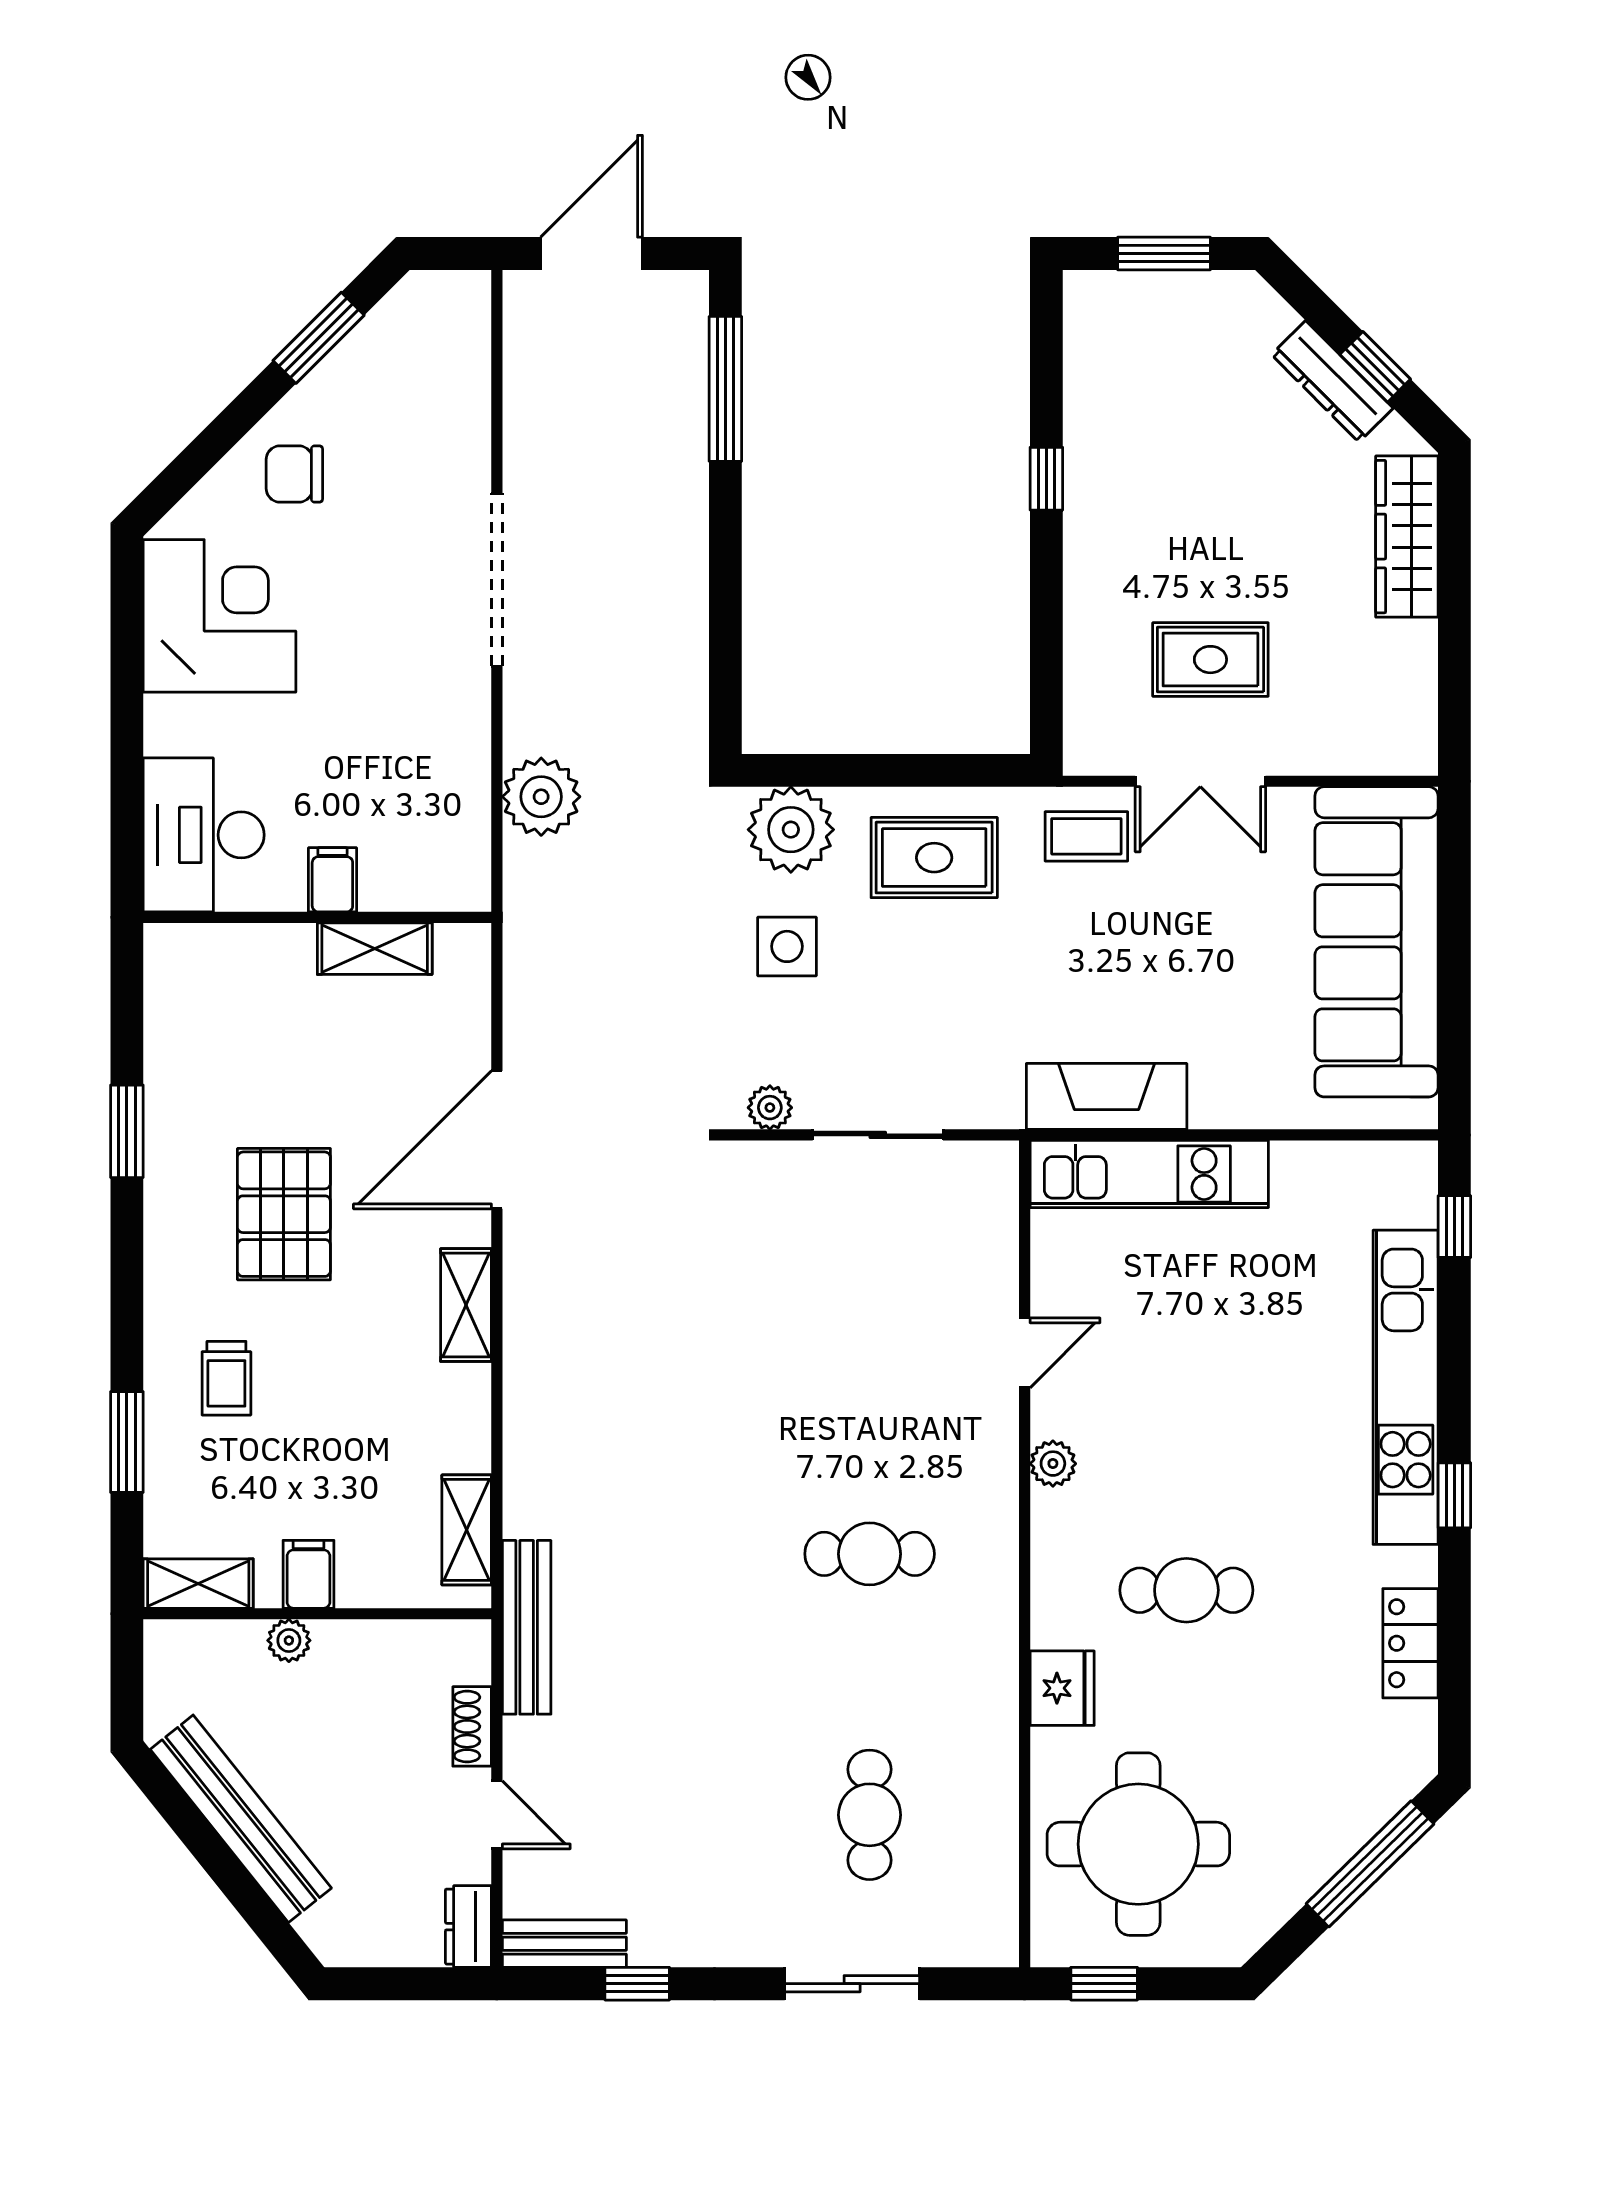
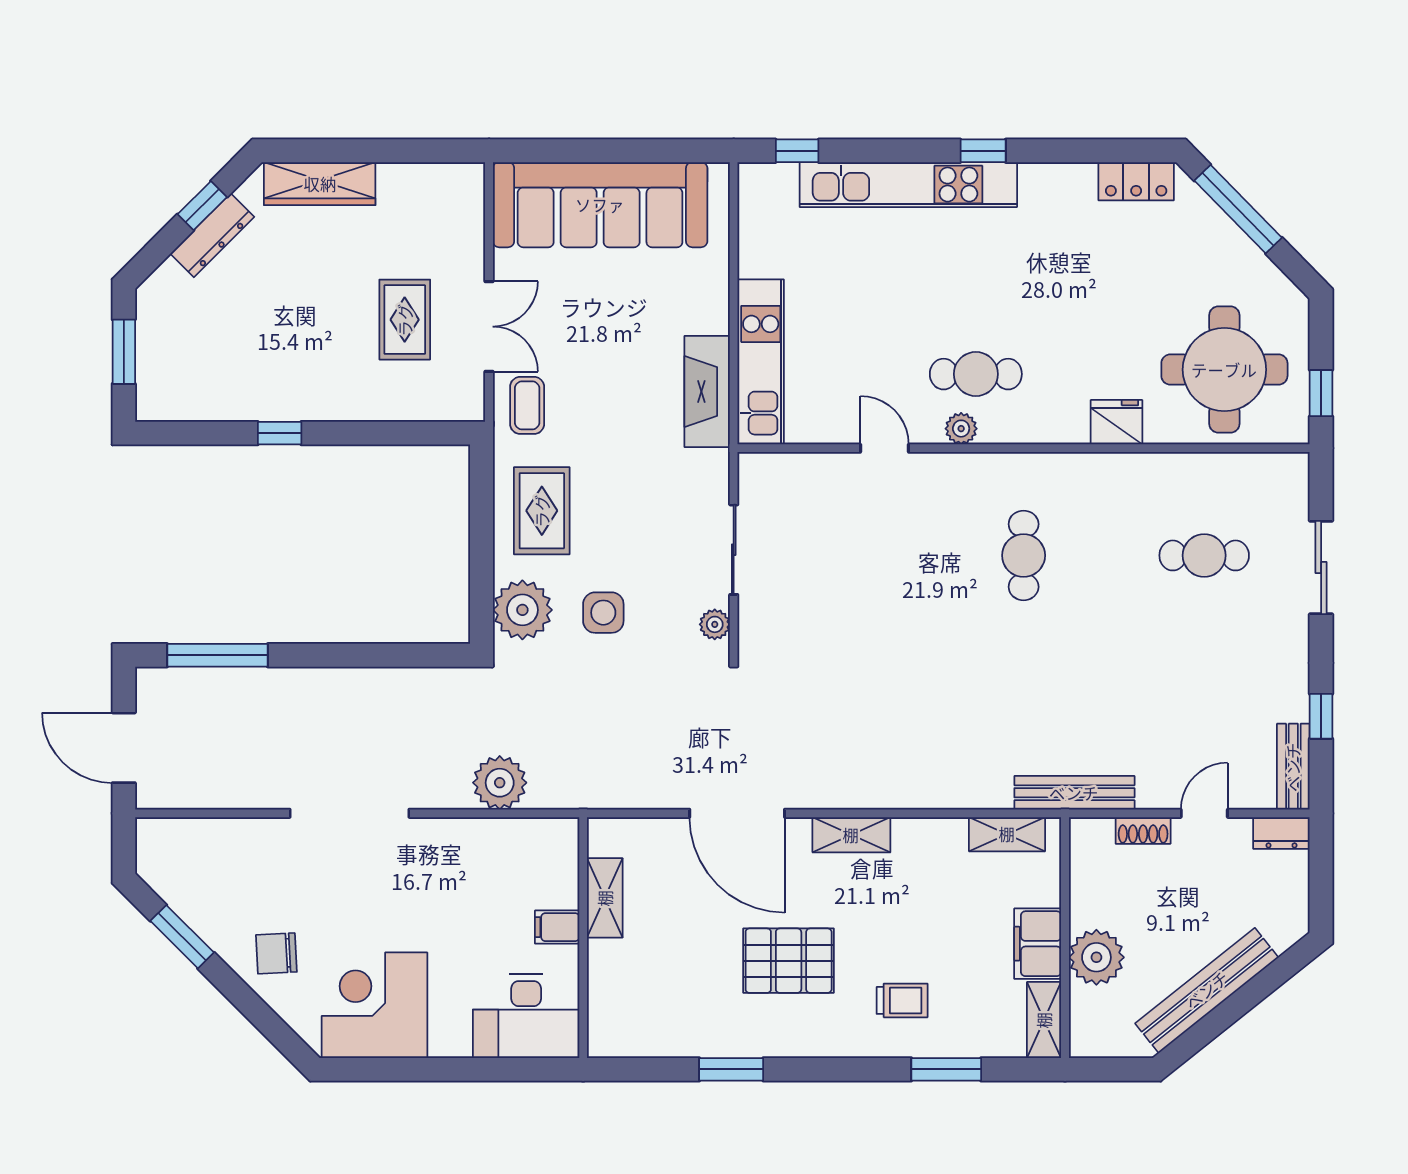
chair: (294, 474) -> (276, 953), turned 87
filing cabinet: (309, 1574) -> (1038, 944), width x2.00
cafe table: (1186, 1590) -> (976, 374), moved, turned 90
plant: (289, 1640) -> (1096, 957), width x1.87, depth x1.87
locker: (1410, 1643) -> (1136, 181), moved

